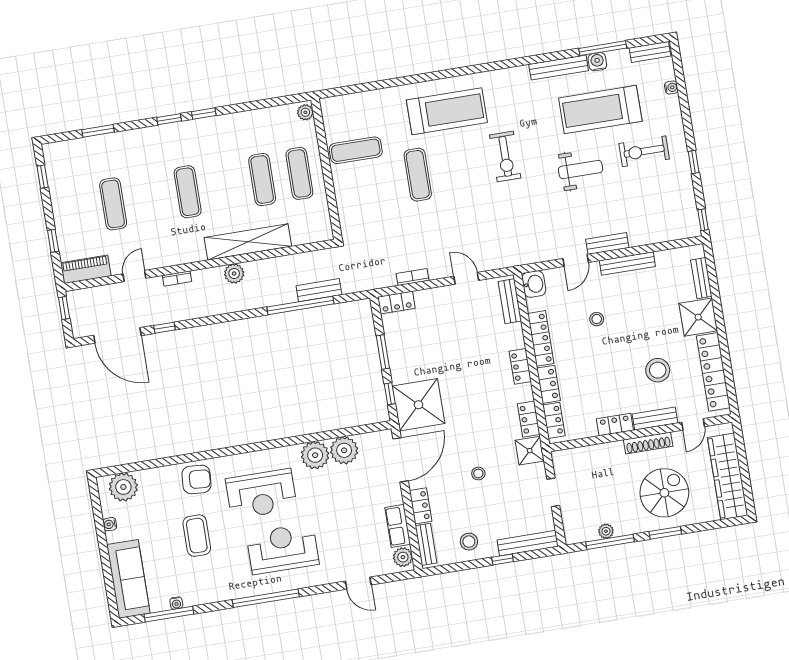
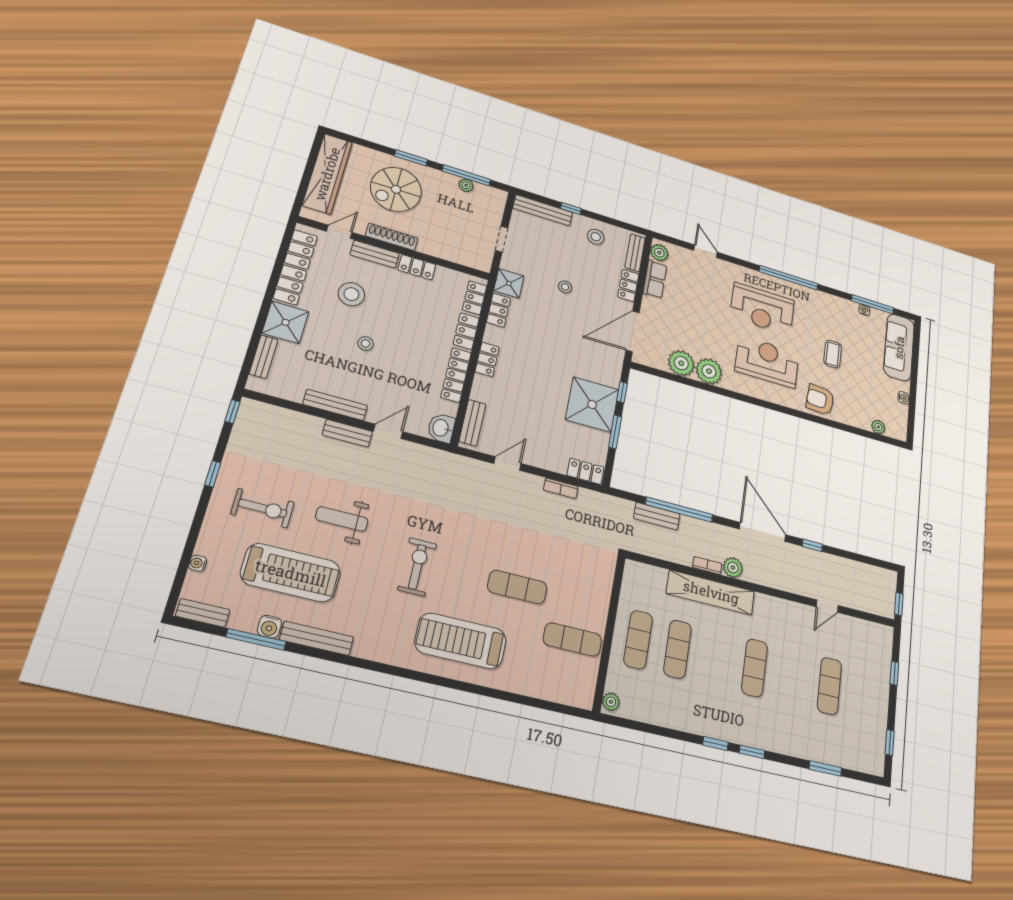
exercise mat: (418, 175) -> (517, 587), turned 90
piano: (86, 269) -> (871, 632), removed
bookcase: (177, 278) -> (707, 565), moved
door: (466, 278) -> (507, 463), swing flipped
stool: (597, 319) -> (366, 343), moved
door: (117, 335) -> (763, 532), moved
shower: (419, 405) -> (592, 405), moved
plant: (123, 487) -> (878, 427), width x0.53, depth x0.53
coffee table: (197, 536) -> (833, 354), width x0.73, depth x0.77

